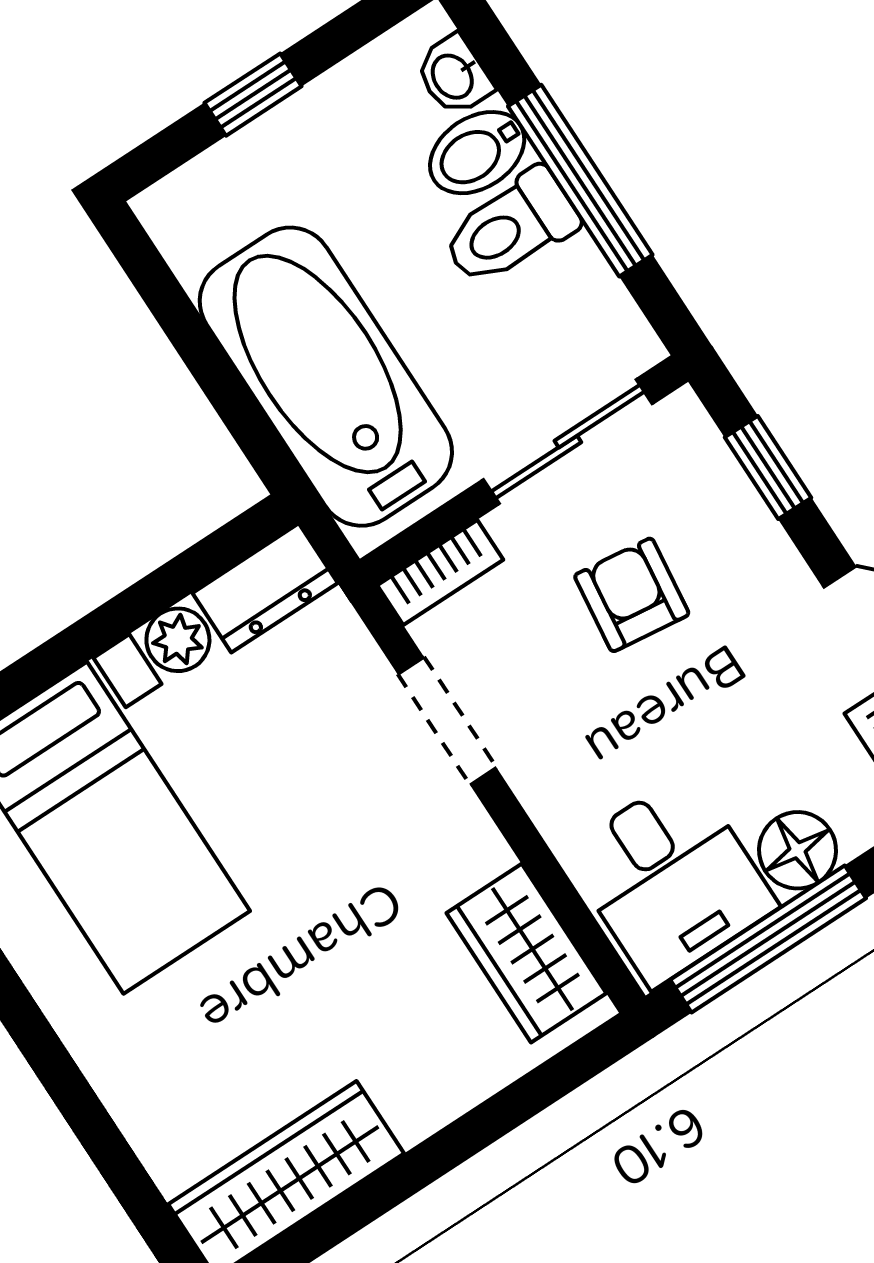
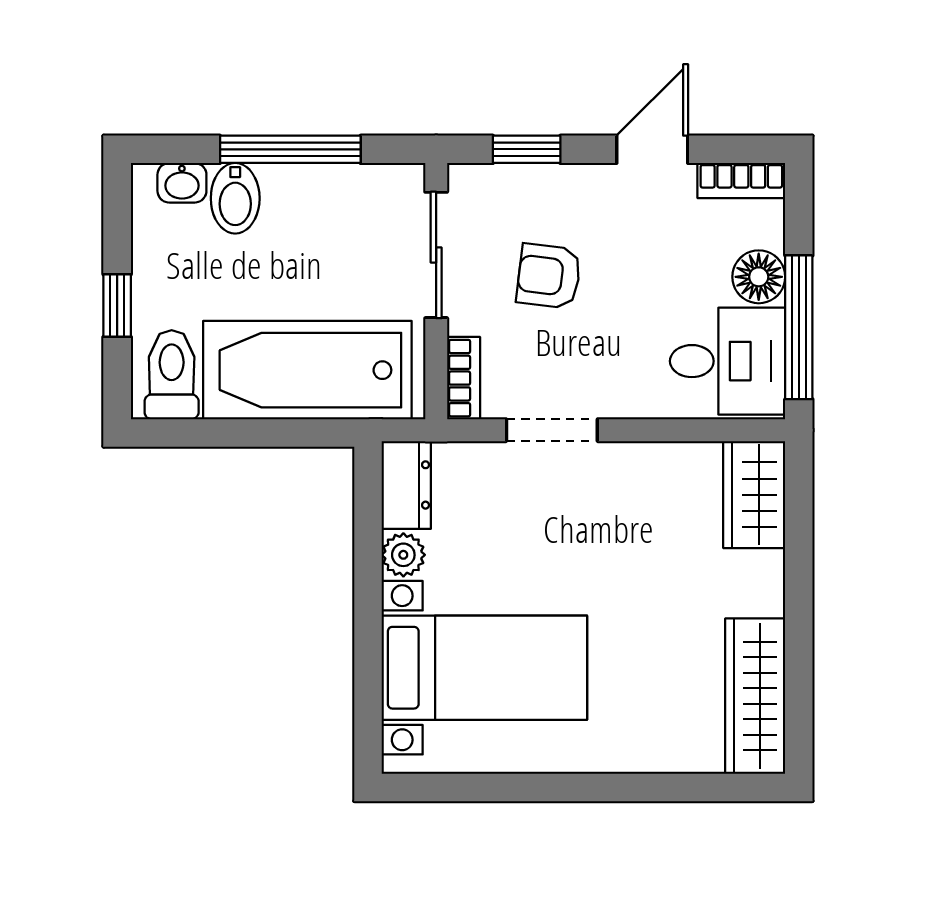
toilet: (510, 228) -> (172, 375), moved, turned 180
wardrobe: (526, 953) -> (754, 495), moved, turned 90

